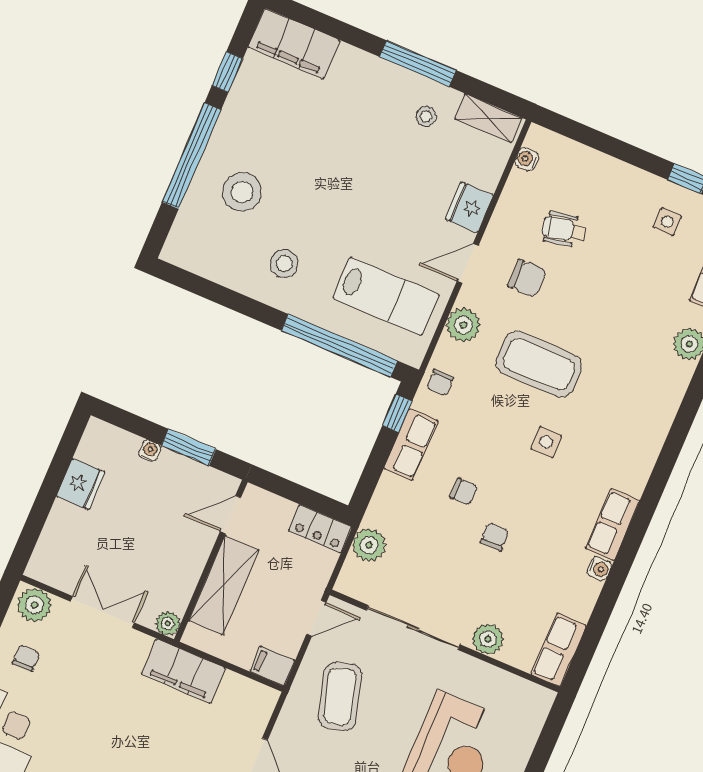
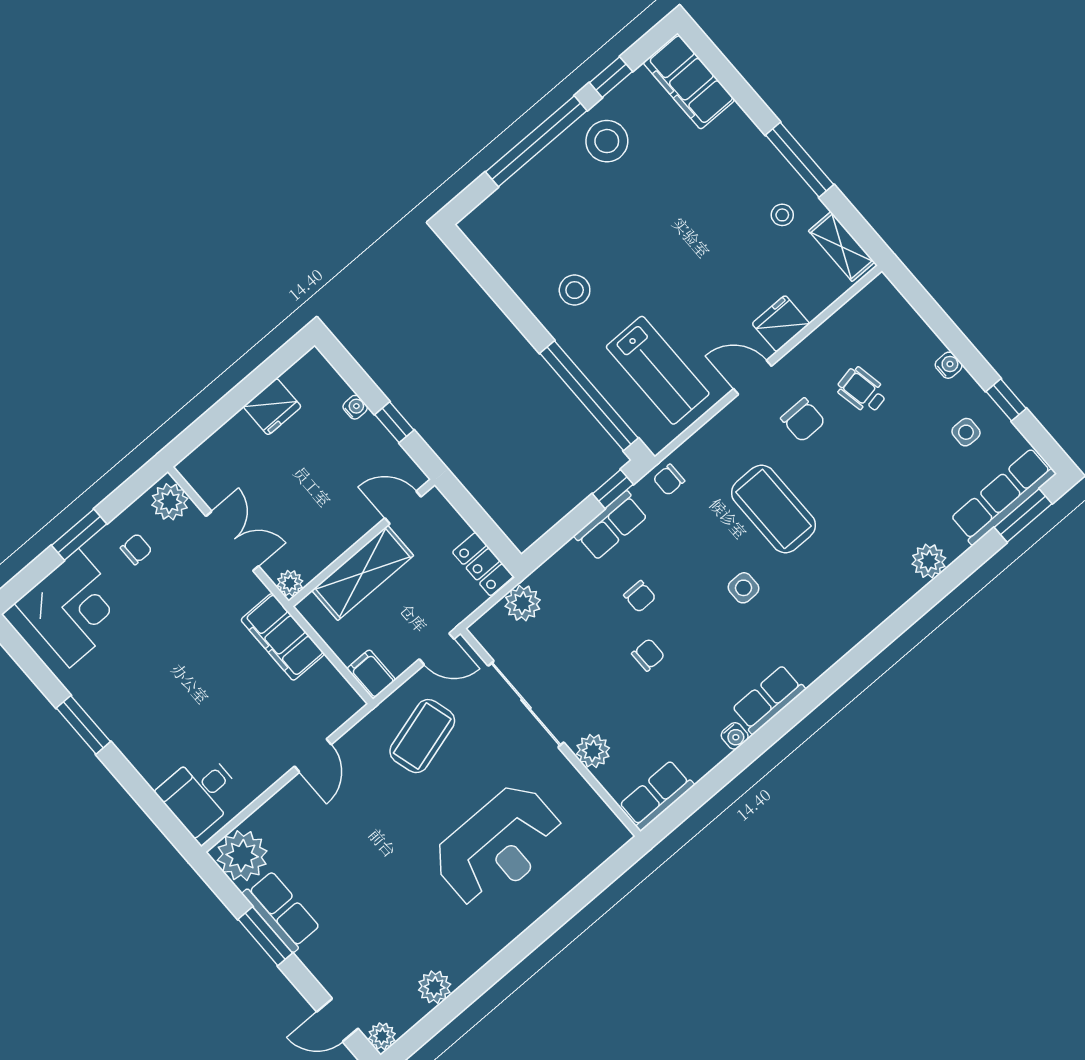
water cooler: (527, 159) -> (949, 365), moved, turned 90
stool: (242, 192) -> (607, 141), moved
plant: (463, 325) -> (719, 435), removed
window: (189, 447) -> (394, 422), width x0.67

